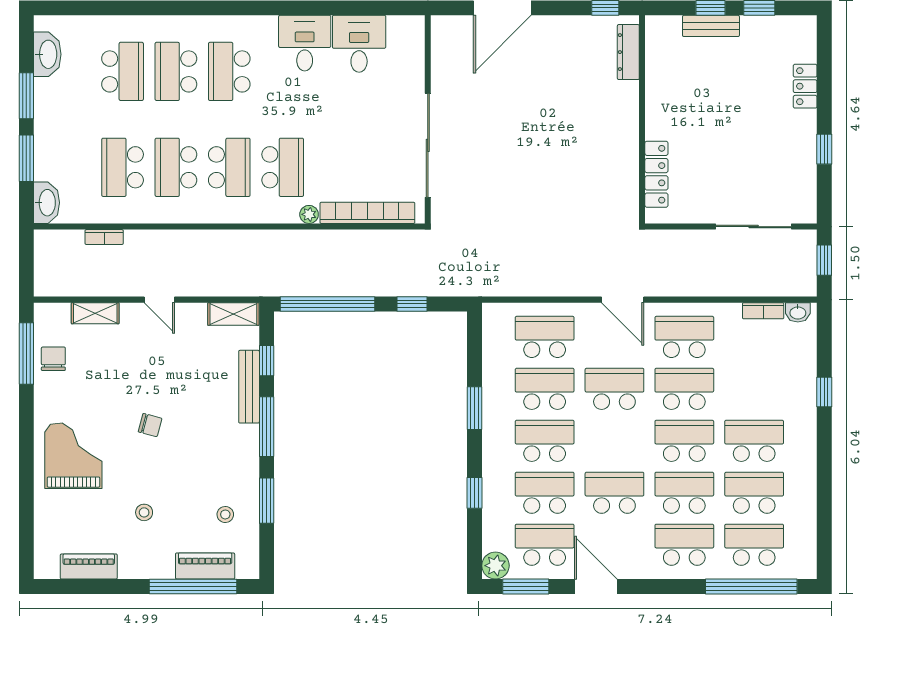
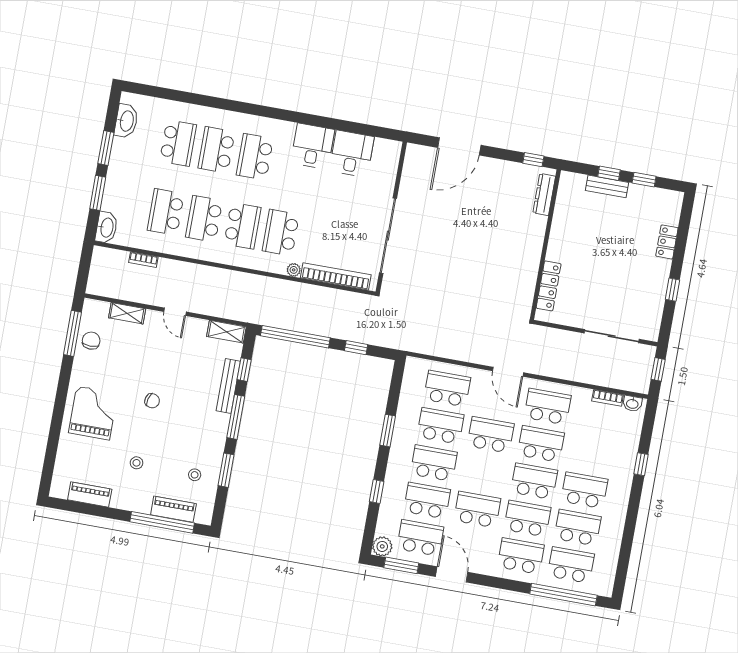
school desk: (283, 167) -> (281, 233), turned 180

